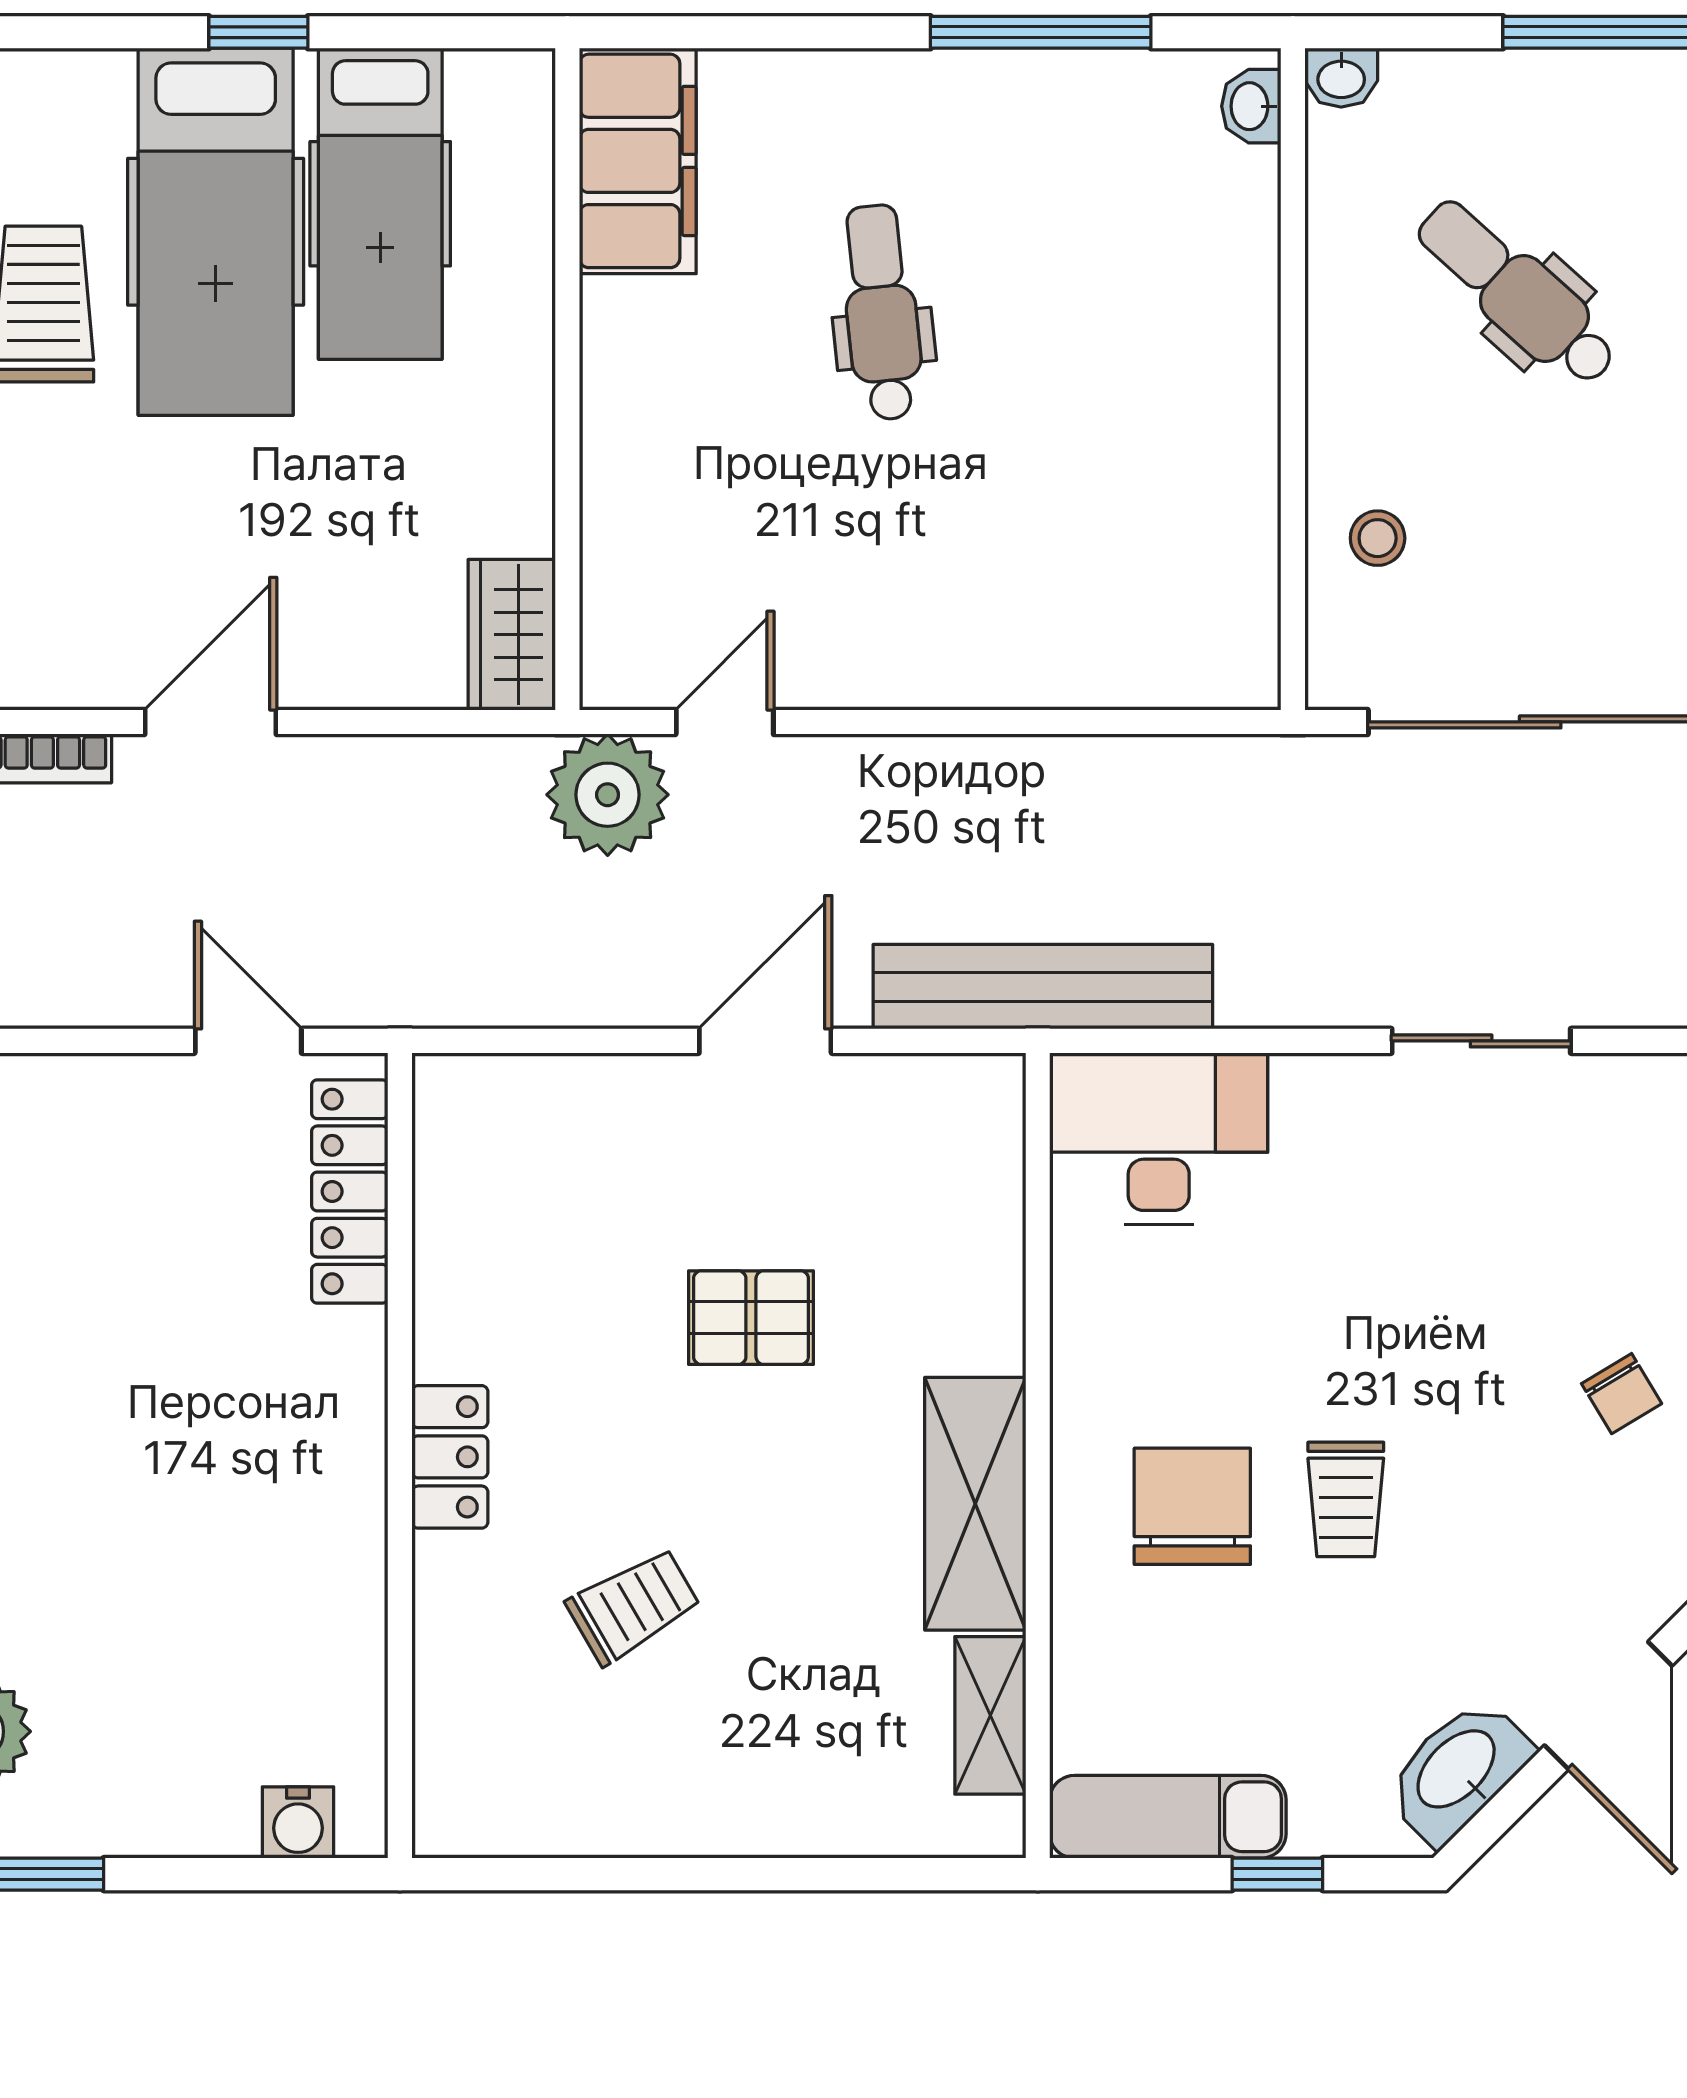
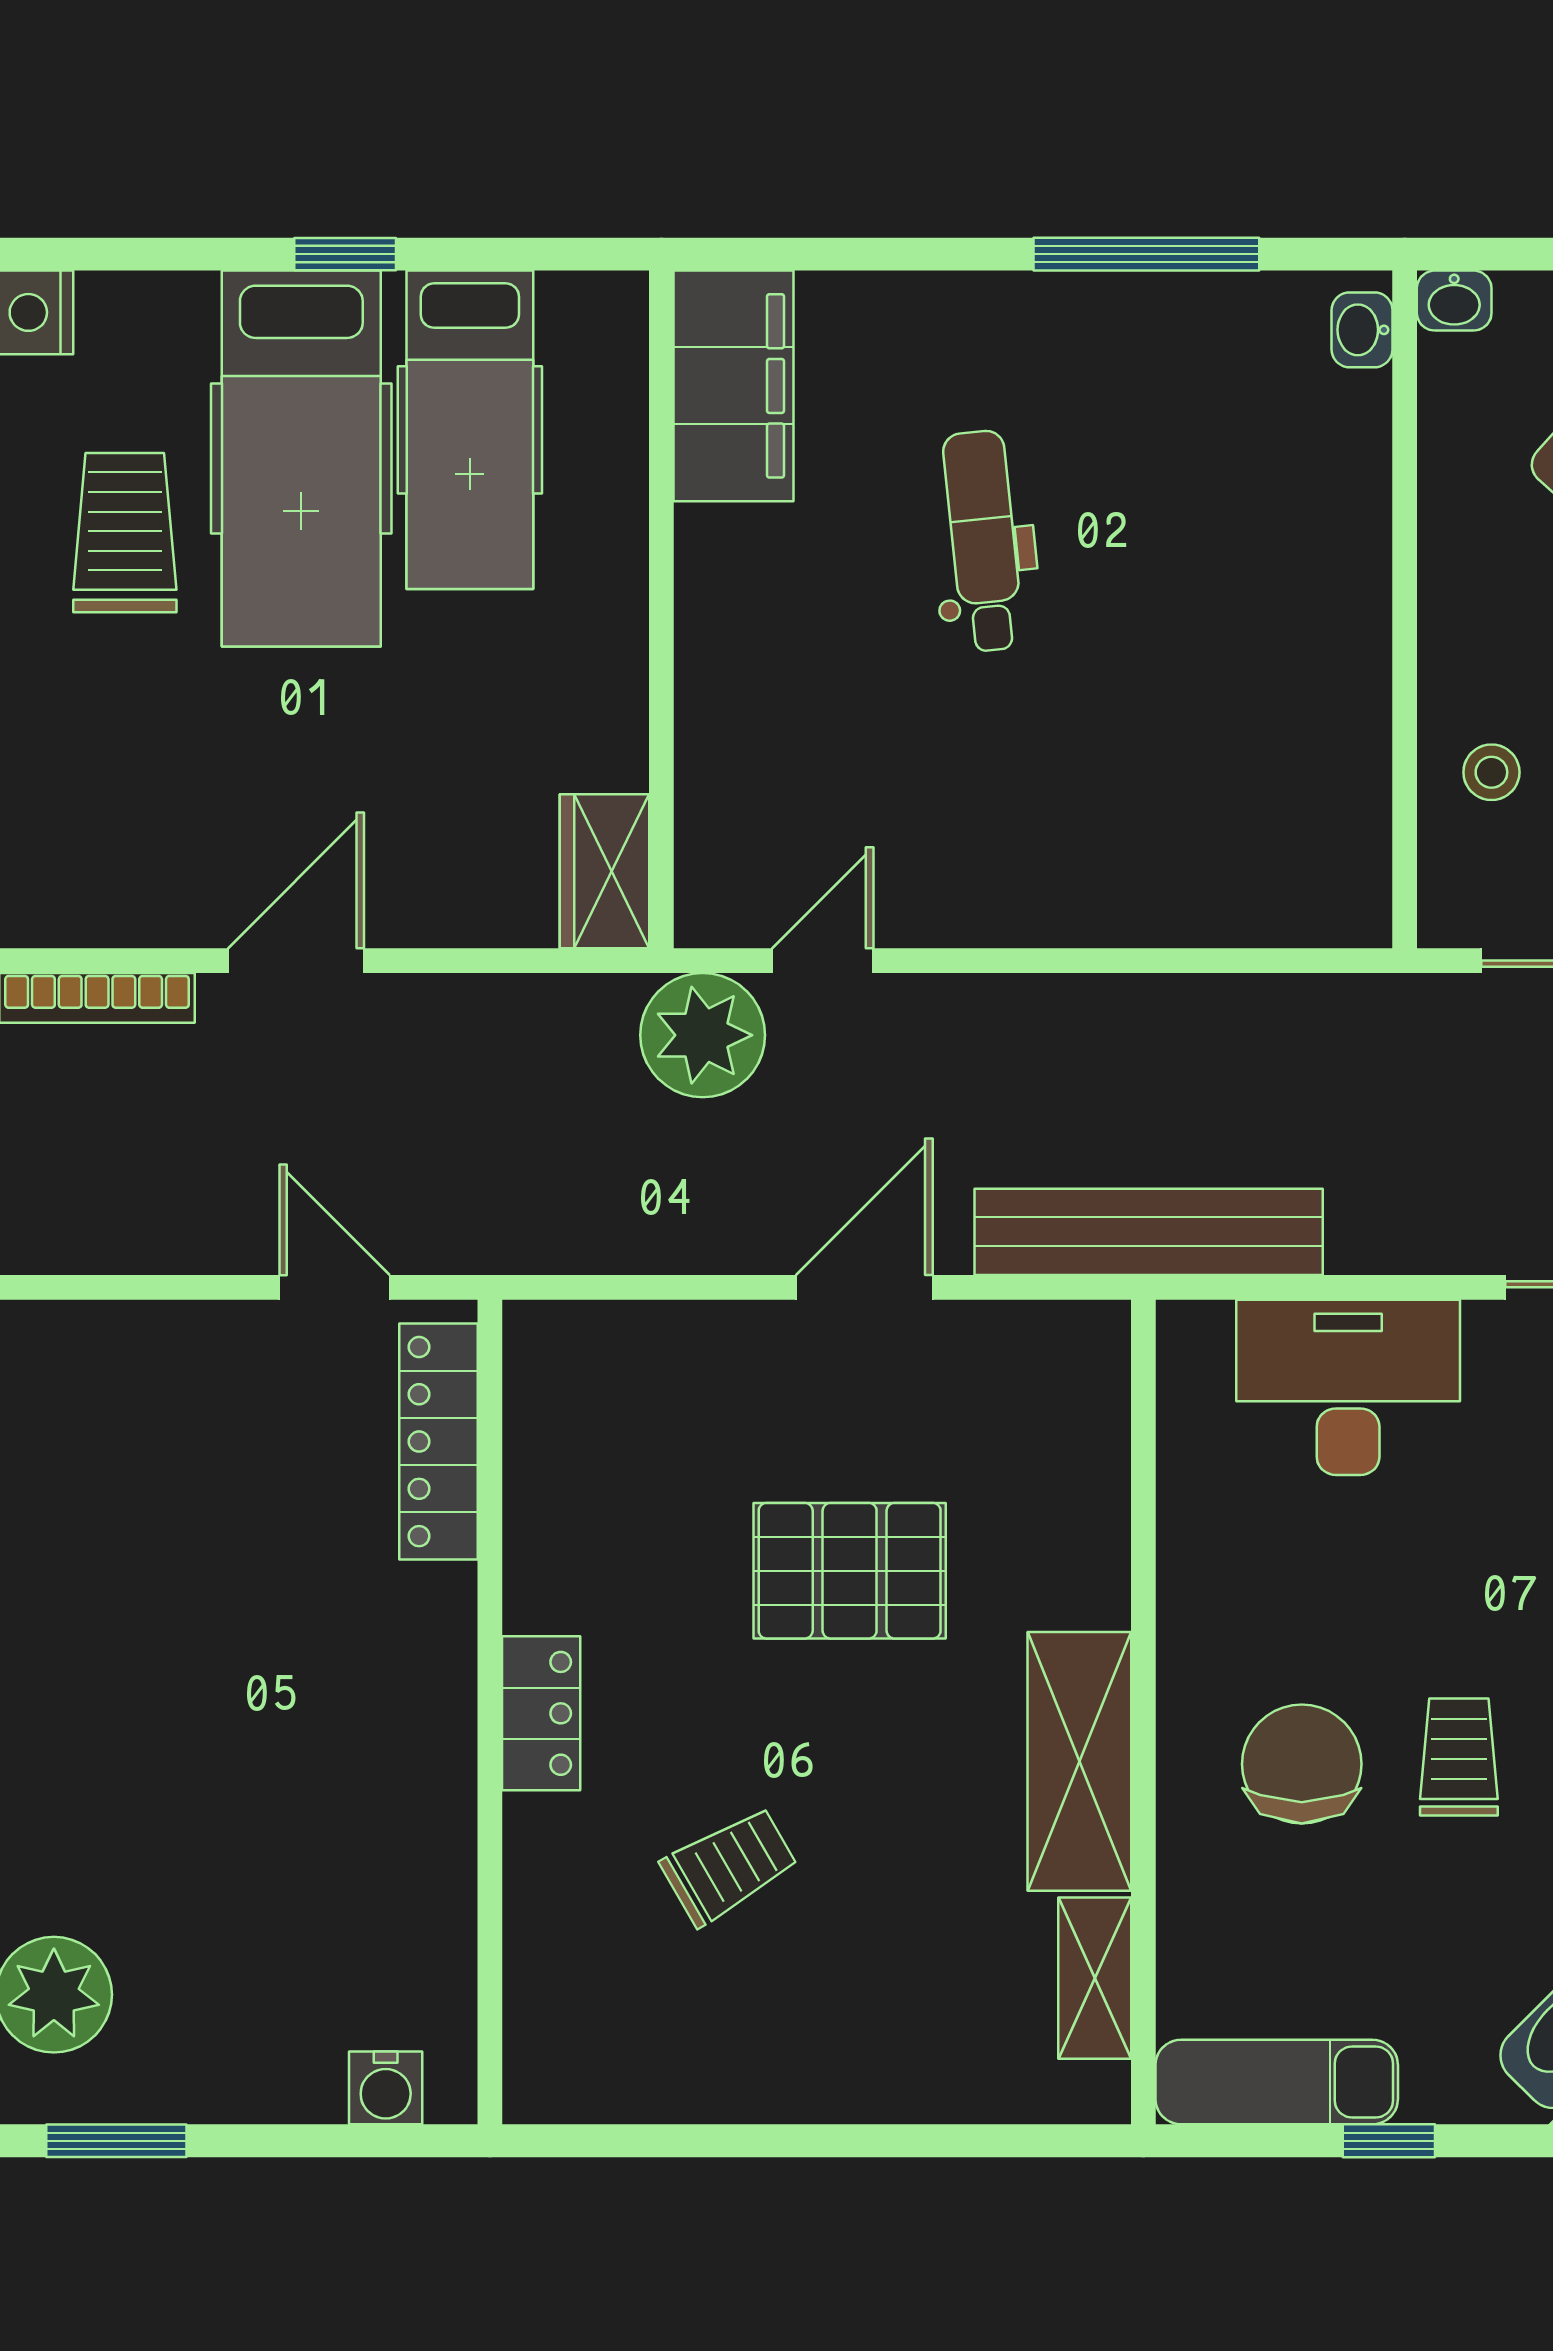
desk: (1159, 1139) -> (1348, 1387), moved
pallet: (751, 1318) -> (850, 1571), width x1.50, depth x1.42
trolley: (1346, 1499) -> (1459, 1757), turned 180

